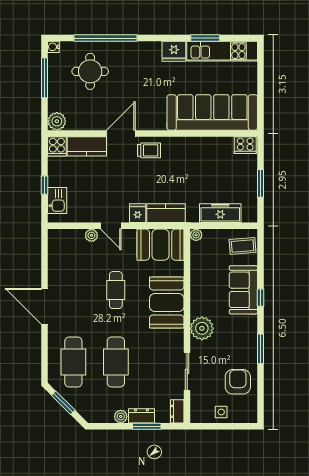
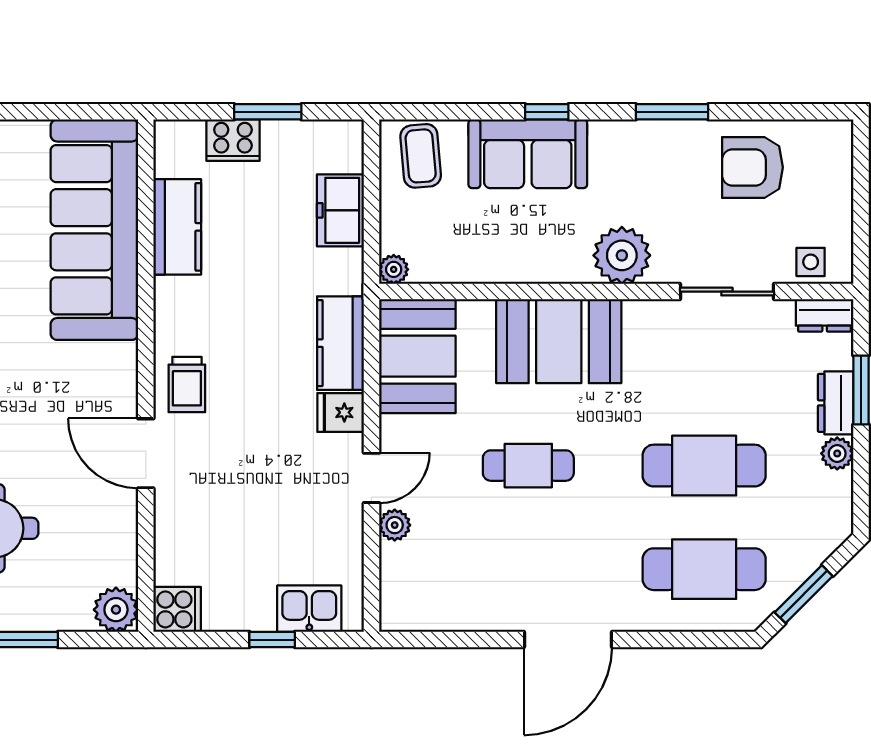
cooker: (245, 145) -> (233, 140), moved, turned 90
kitchen counter: (87, 146) -> (177, 227), moved
trolley: (149, 150) -> (187, 384), turned 180
freezer: (220, 213) -> (340, 210), width x0.71
side table: (221, 412) -> (811, 262), moved

